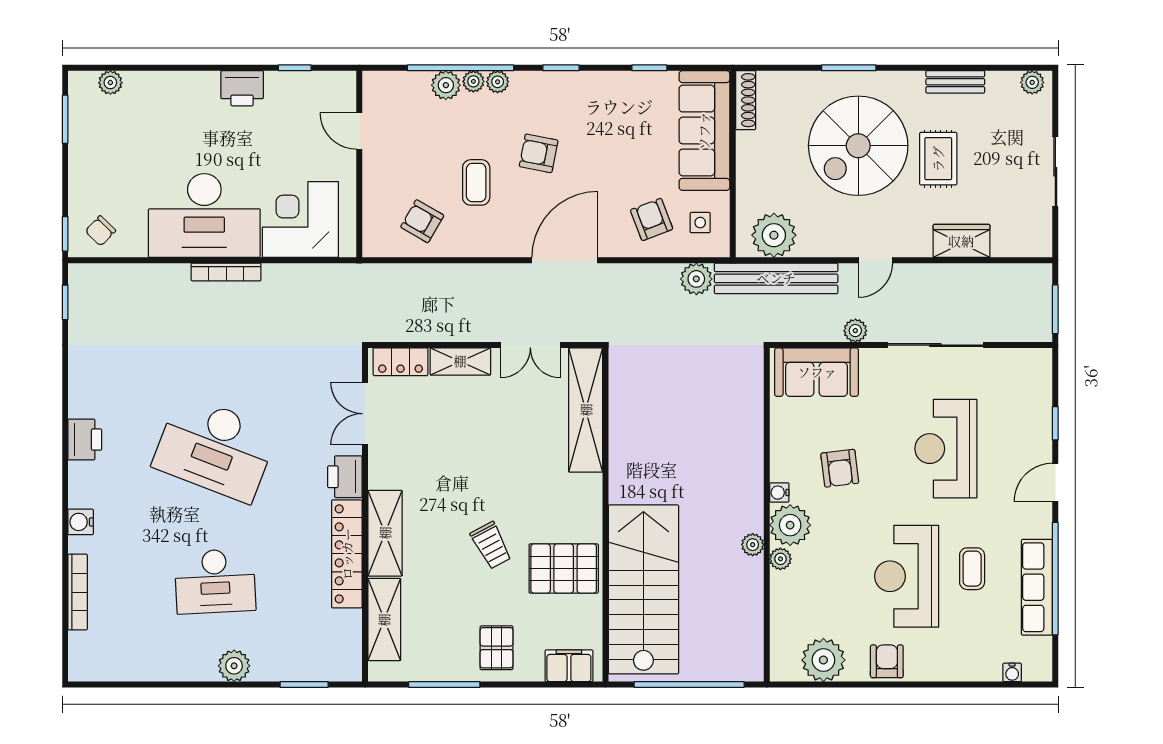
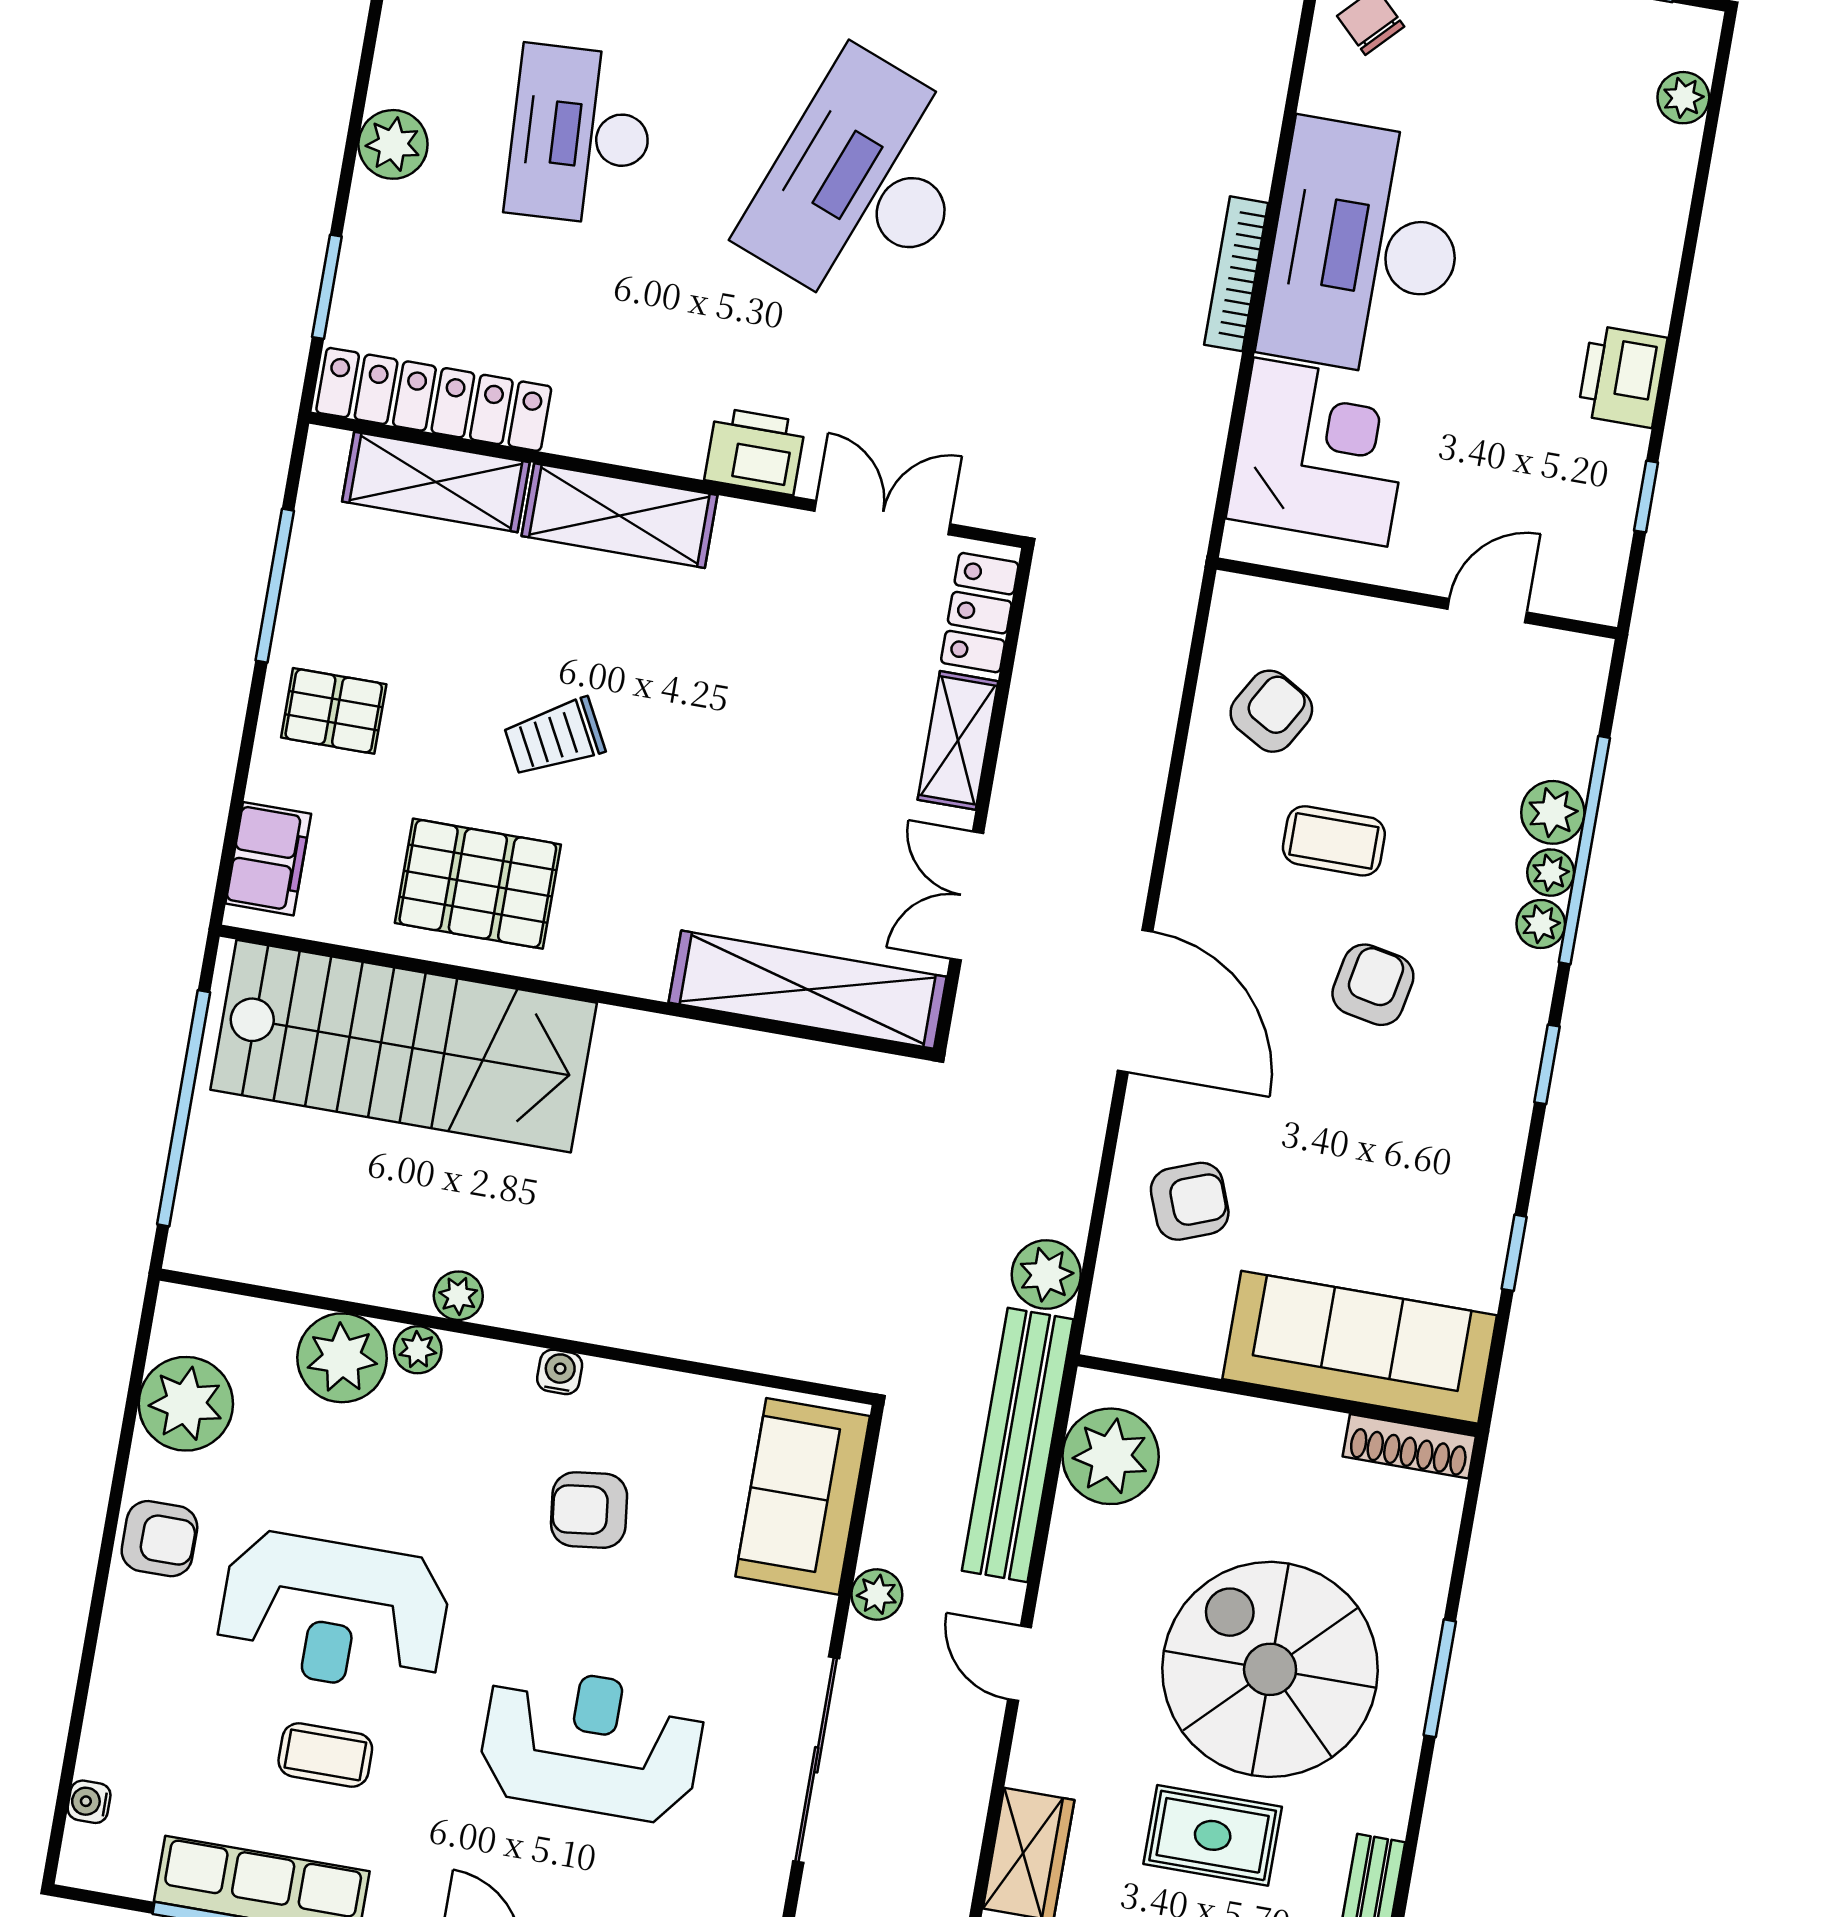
side table: (700, 223) -> (1165, 1304), removed
plant: (790, 525) -> (342, 1358), moved
locker: (347, 554) -> (434, 399), moved
pallet: (564, 568) -> (478, 884), turned 90
reception desk: (907, 576) -> (334, 1613), turned 180

